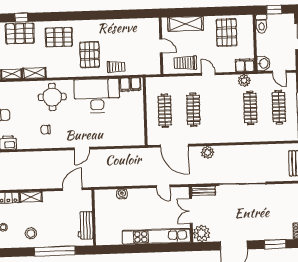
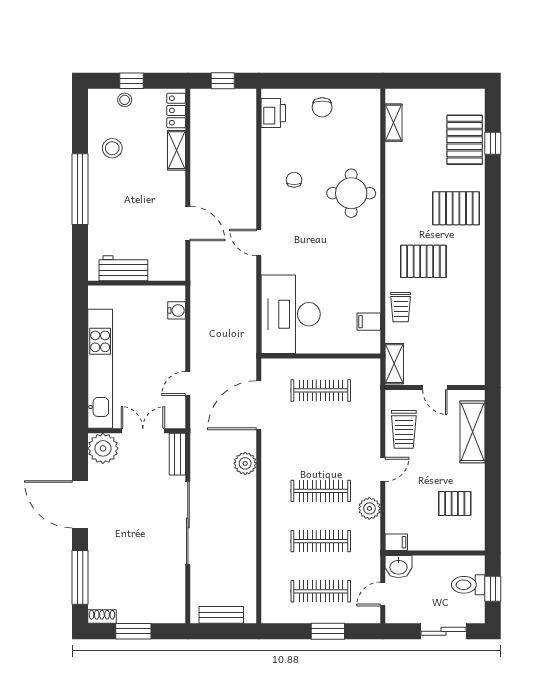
toilet: (261, 24) -> (468, 585), moved
pallet: (227, 33) -> (455, 504), width x0.67, depth x0.71
pallet: (59, 37) -> (456, 208), turned 90
door: (161, 46) -> (435, 387), hinge flipped
trolley: (185, 63) -> (404, 429), turned 180
filing cabinet: (245, 65) -> (396, 542), width x0.50
shelving: (34, 73) -> (394, 364), moved
plant: (244, 81) -> (369, 508), moved
filing cabinet: (136, 84) -> (369, 341), removed
desk: (97, 96) -> (291, 314), moved, turned 180
clothes rail: (193, 110) -> (321, 491), moved
wall: (94, 218) -> (137, 283), moved
workbench: (85, 225) -> (123, 268), moved
window: (275, 244) -> (80, 577), width x1.44

